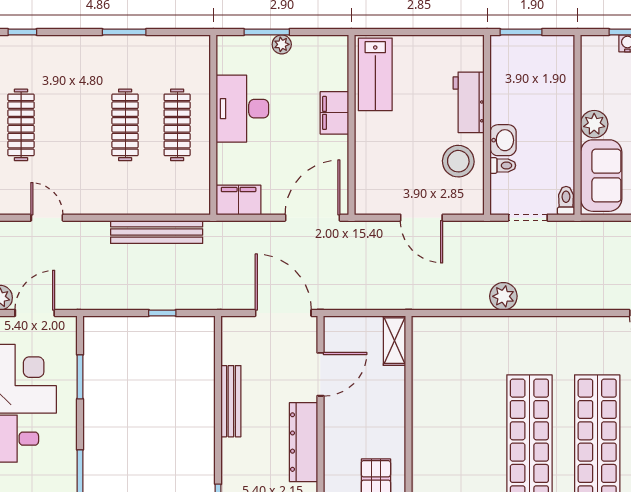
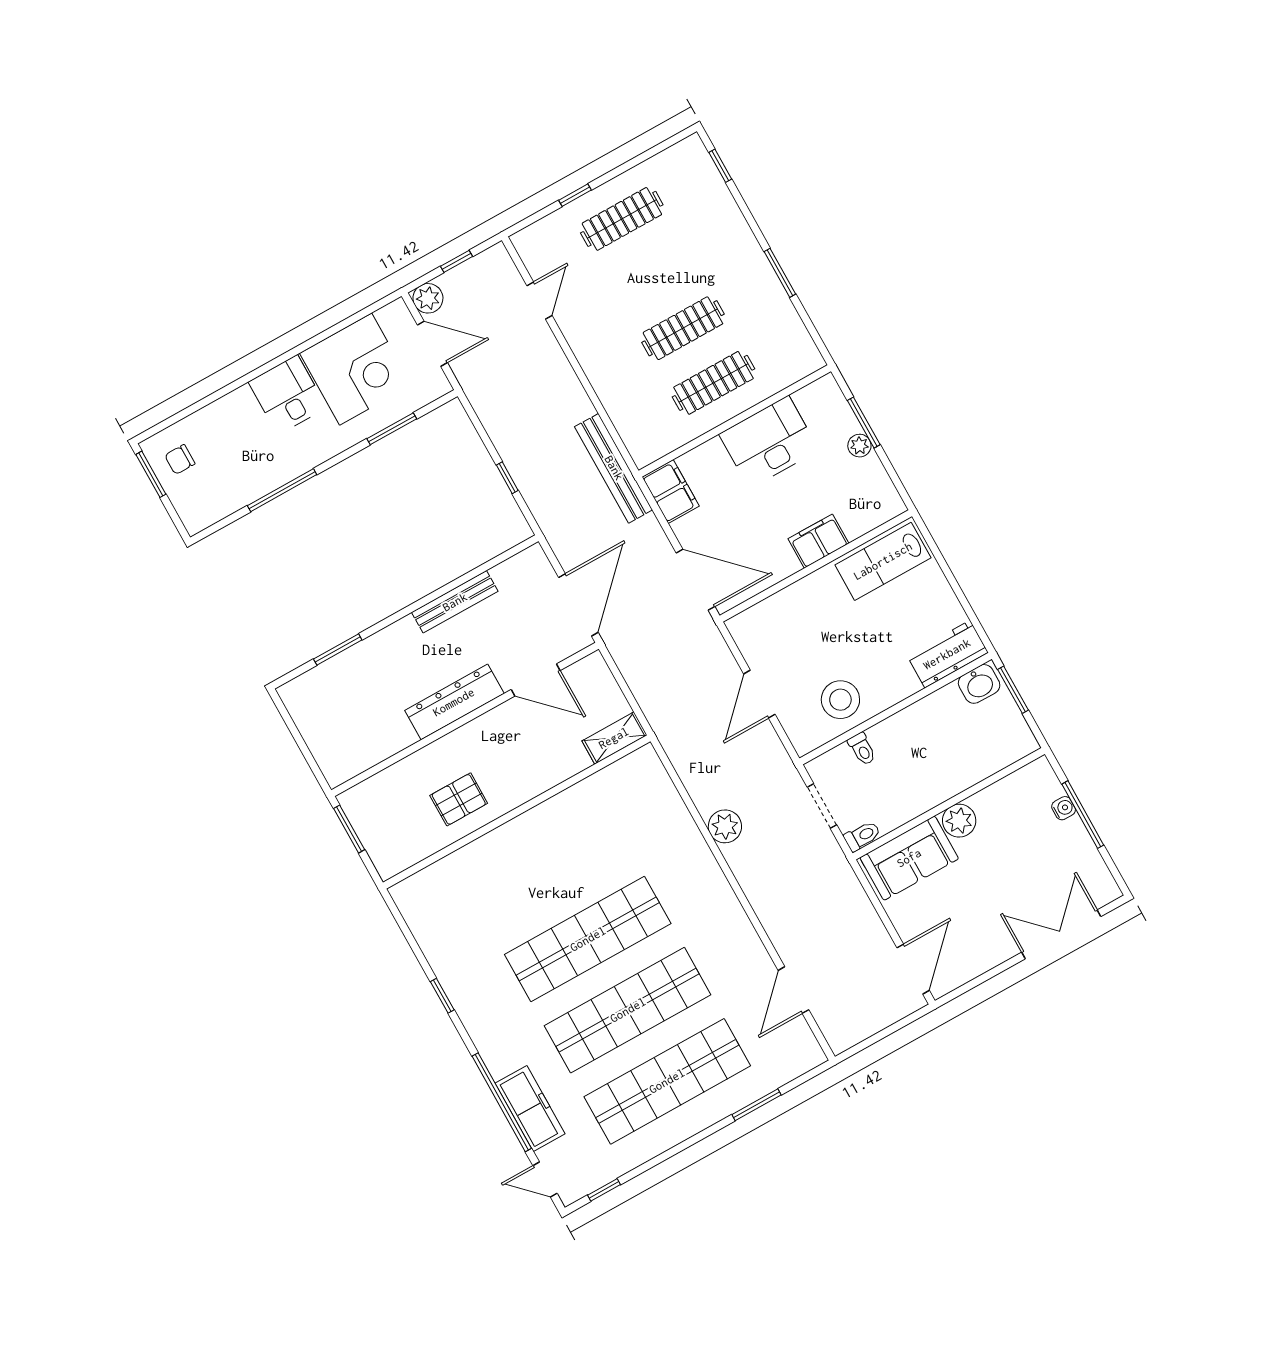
workbench: (469, 102) -> (947, 654), moved
washbasin: (503, 140) -> (979, 684), moved
bench: (157, 232) -> (614, 468), moved

